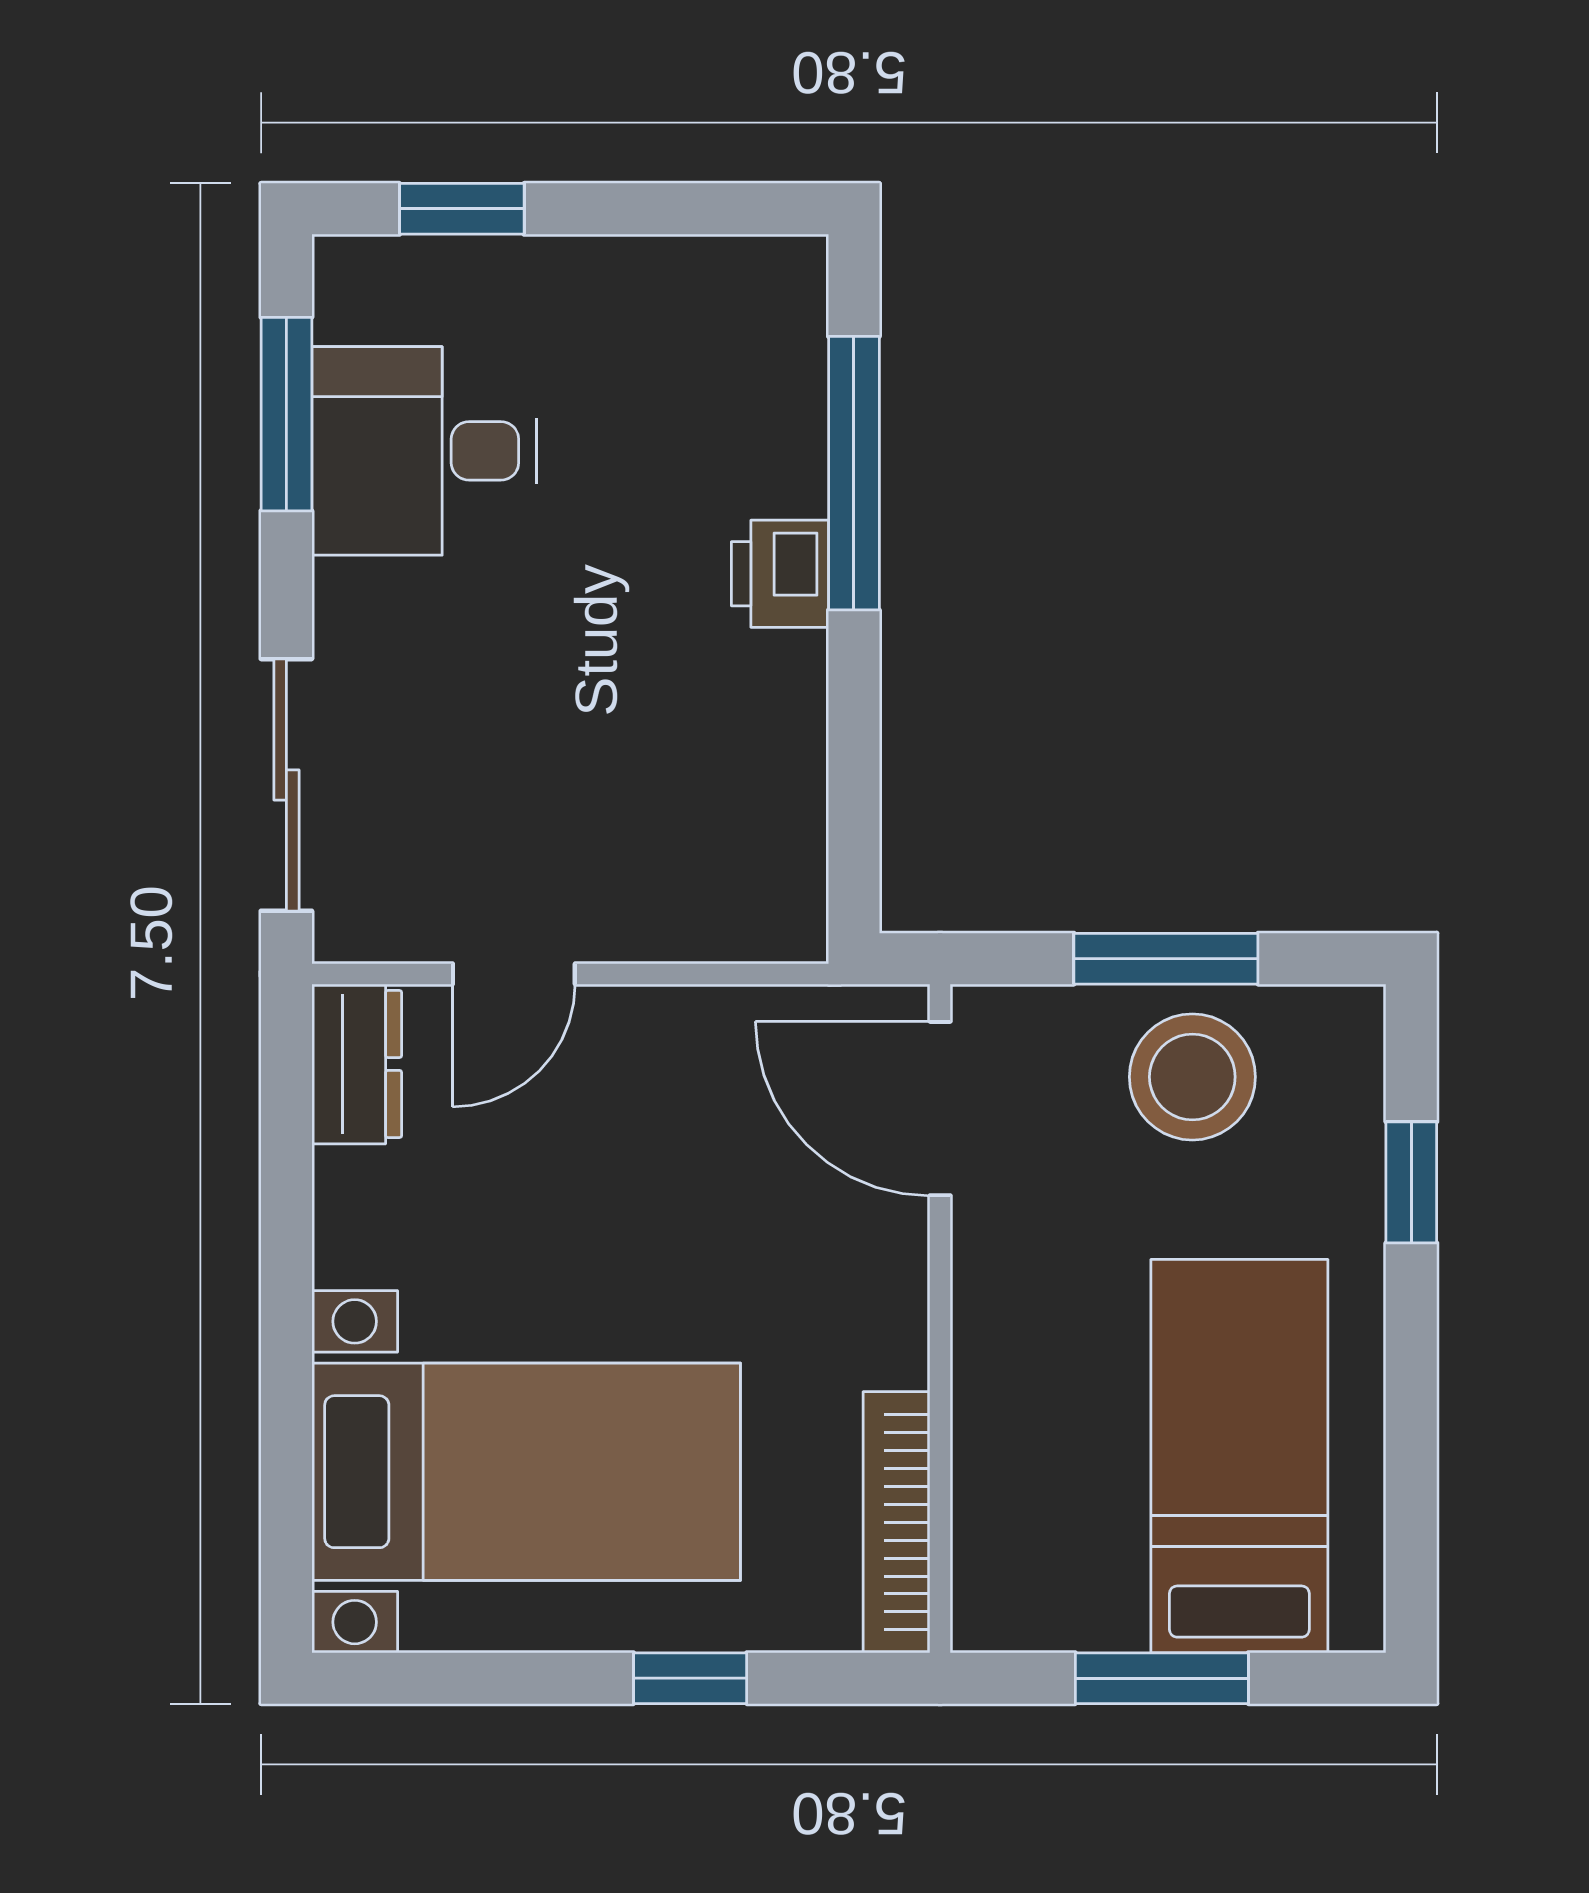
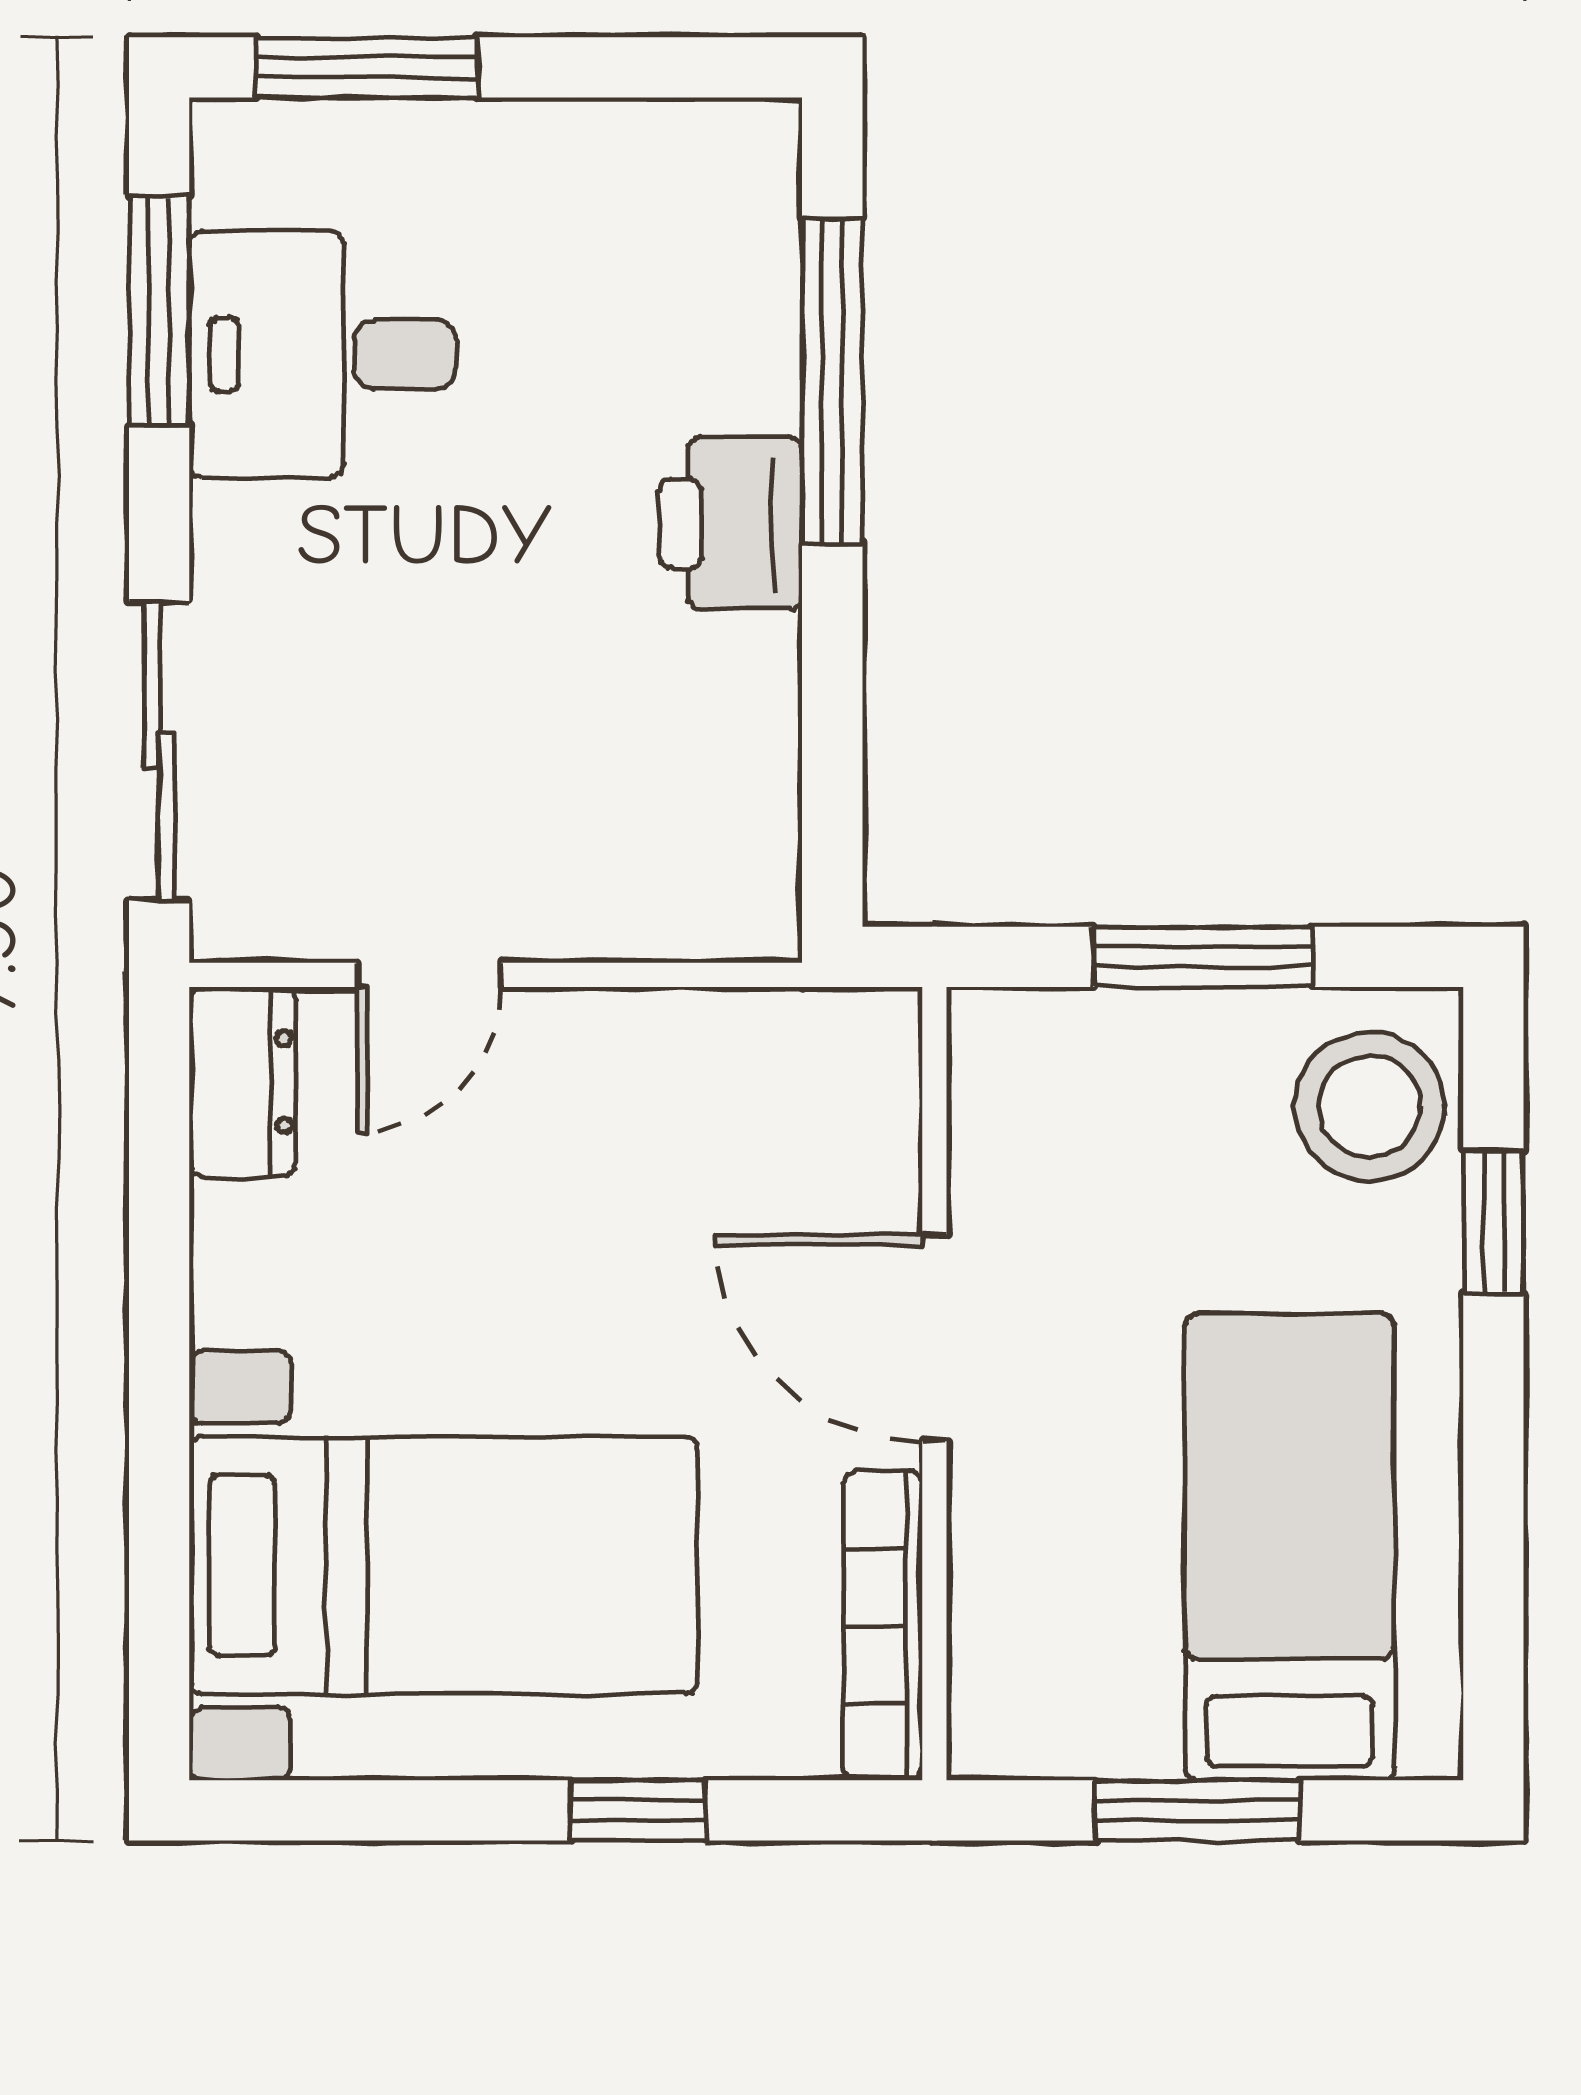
window: (462, 209) -> (367, 67), width x1.50
printer: (780, 574) -> (731, 523), width x1.36, depth x1.24
stool: (1192, 1077) -> (1369, 1106), moved
door: (940, 1109) -> (934, 1338), moved

